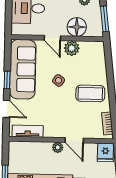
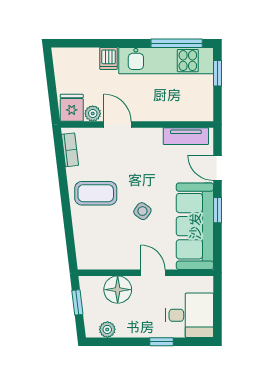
window: (105, 19) -> (77, 302), width x0.67
plant: (72, 48) -> (124, 258), removed
plant: (58, 147) -> (93, 113), moved

